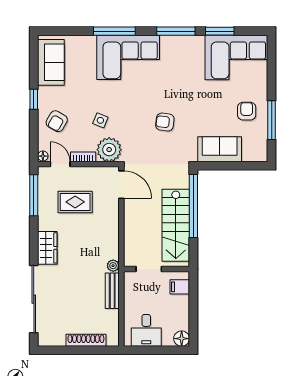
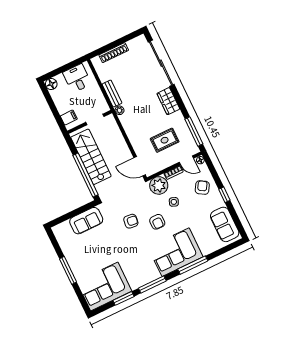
armchair: (247, 111) -> (157, 222), moved
window: (272, 120) -> (68, 270), moved

